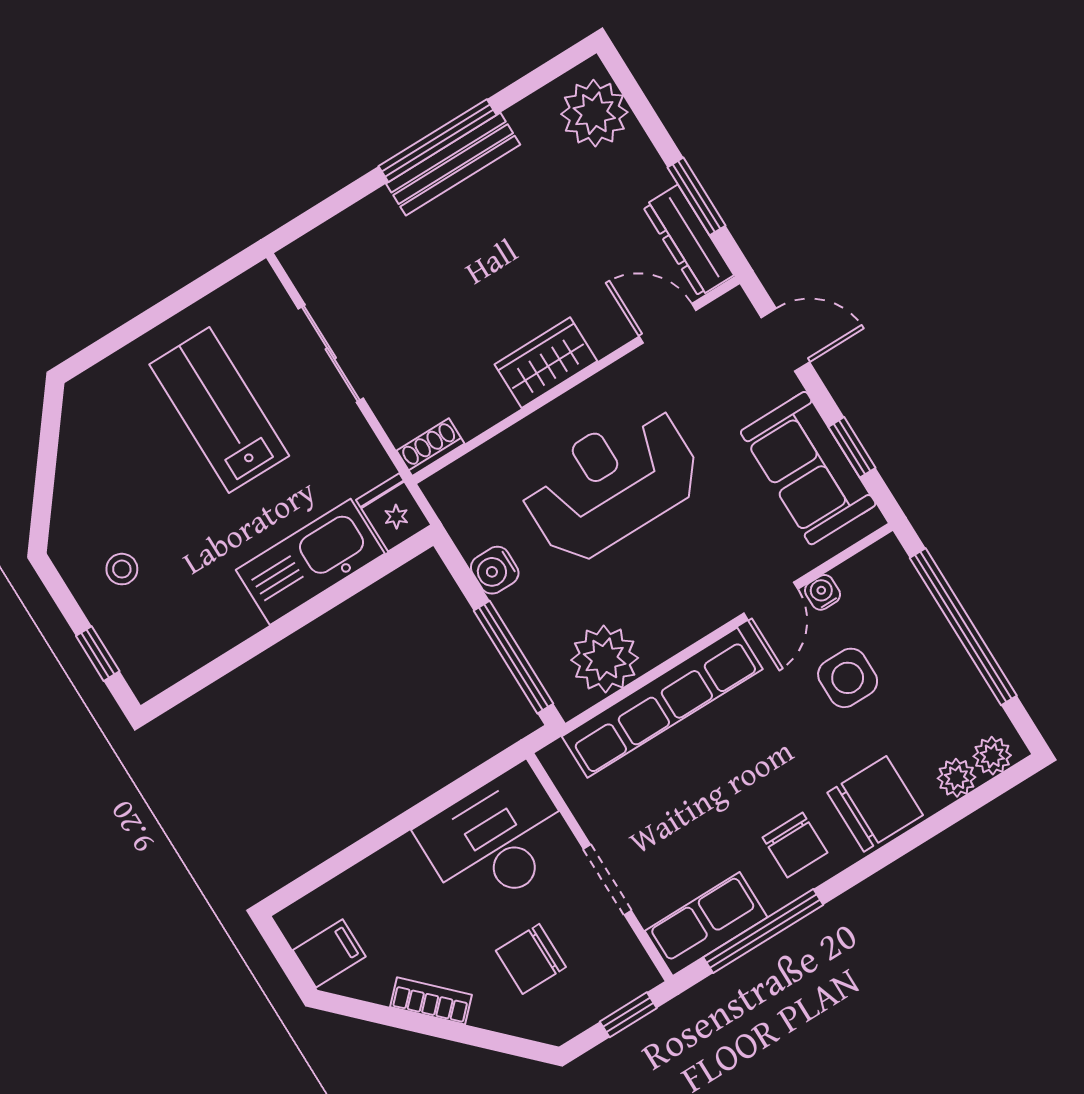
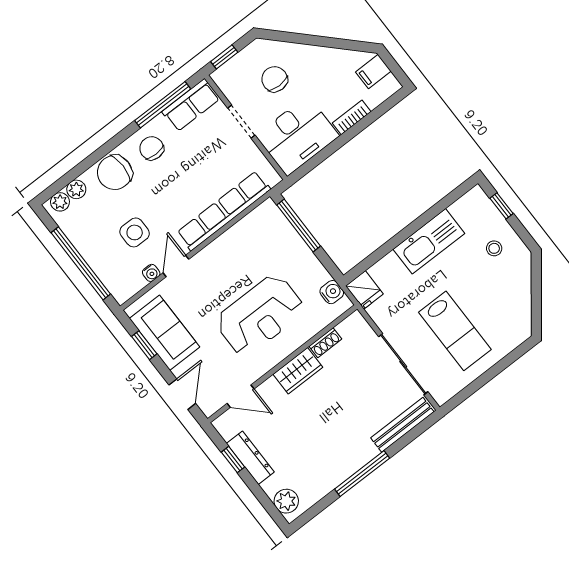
plant: (594, 113) -> (286, 501), width x0.73, depth x0.73
bench: (453, 164) -> (402, 425), moved
window: (697, 196) -> (233, 460), width x0.67
dresser: (688, 241) -> (250, 458), moved
door: (785, 340) -> (182, 394), swing flipped
sliding door: (331, 354) -> (403, 364), width x1.37
shoe rack: (431, 447) -> (325, 343), moved
kitchen sink: (310, 562) -> (429, 241), moved
water cooler: (495, 570) -> (332, 292), moved
plant: (605, 659) -> (254, 229), removed
chair: (531, 959) -> (275, 79), turned -90
bookcase: (431, 1001) -> (352, 117), moved, turned 135

